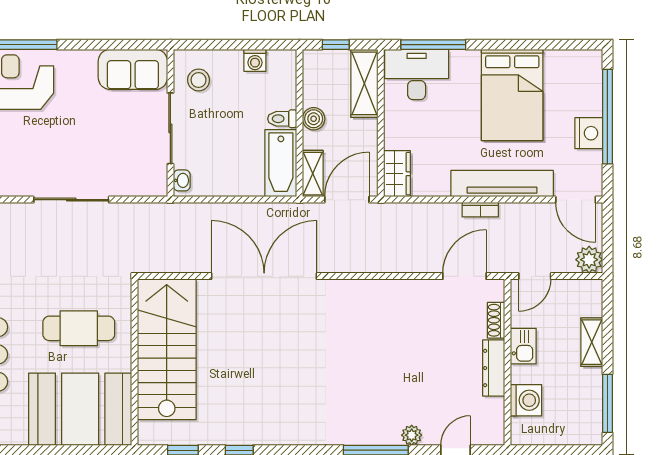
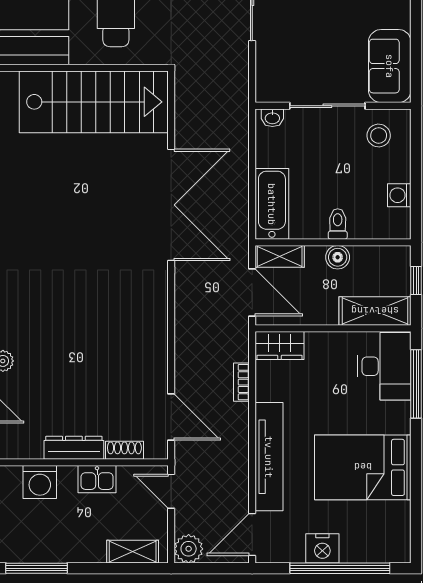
bathtub: (281, 163) -> (272, 204), moved, turned 90
bookcase: (480, 210) -> (241, 382), moved
shelving: (592, 342) -> (133, 552), moved

